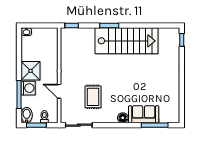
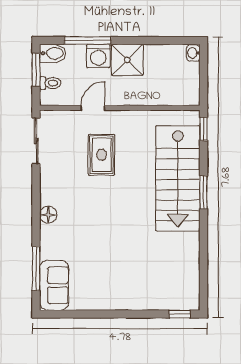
stairs: (127, 41) -> (178, 178), moved
rug: (93, 97) -> (102, 155), moved, turned 90
sofa: (144, 114) -> (54, 285), moved

